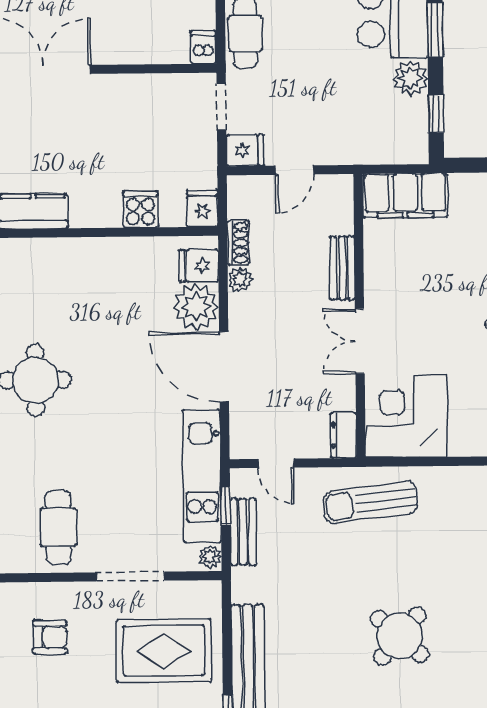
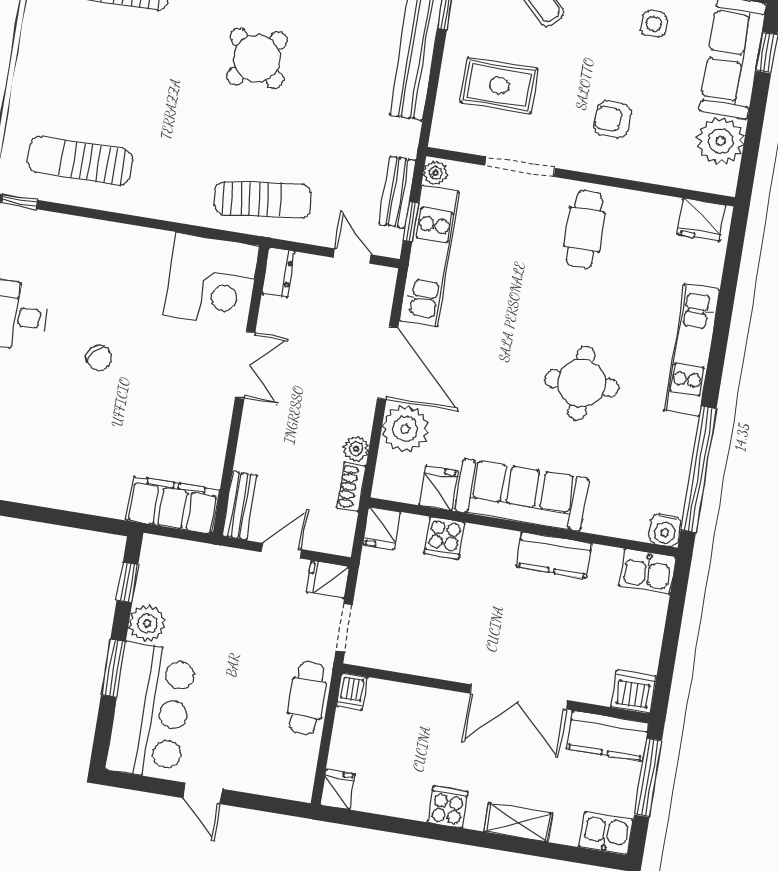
sofa: (74, 264) -> (522, 495), added
fridge: (199, 266) -> (439, 488), moved, turned -90
bench: (342, 268) -> (240, 506), moved
rug: (164, 651) -> (499, 85), width x0.73, depth x0.70

